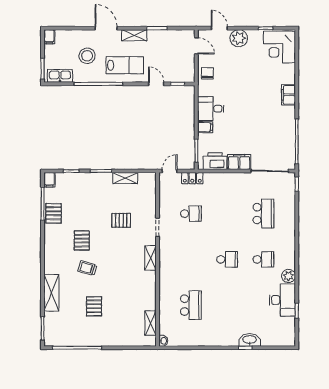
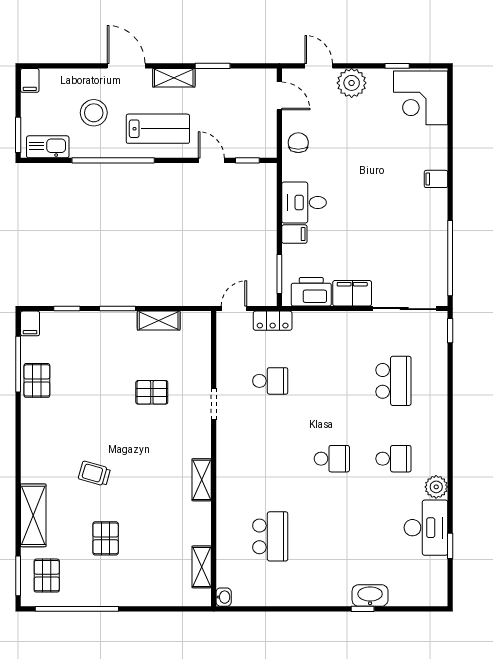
filing cabinet: (288, 95) -> (436, 179), width x0.50
pallet: (82, 241) -> (47, 576), moved
shelving: (150, 258) -> (202, 480), moved

